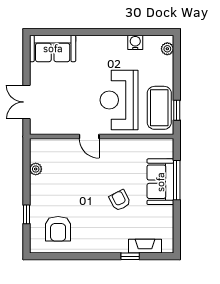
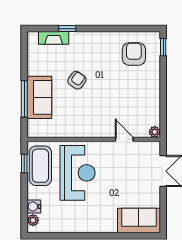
water cooler: (135, 42) -> (34, 207), moved, turned 90
door: (89, 136) -> (124, 139), moved
plant: (36, 169) -> (155, 132), moved
armchair: (120, 200) -> (77, 80), turned -118
window: (26, 214) -> (163, 47), moved

